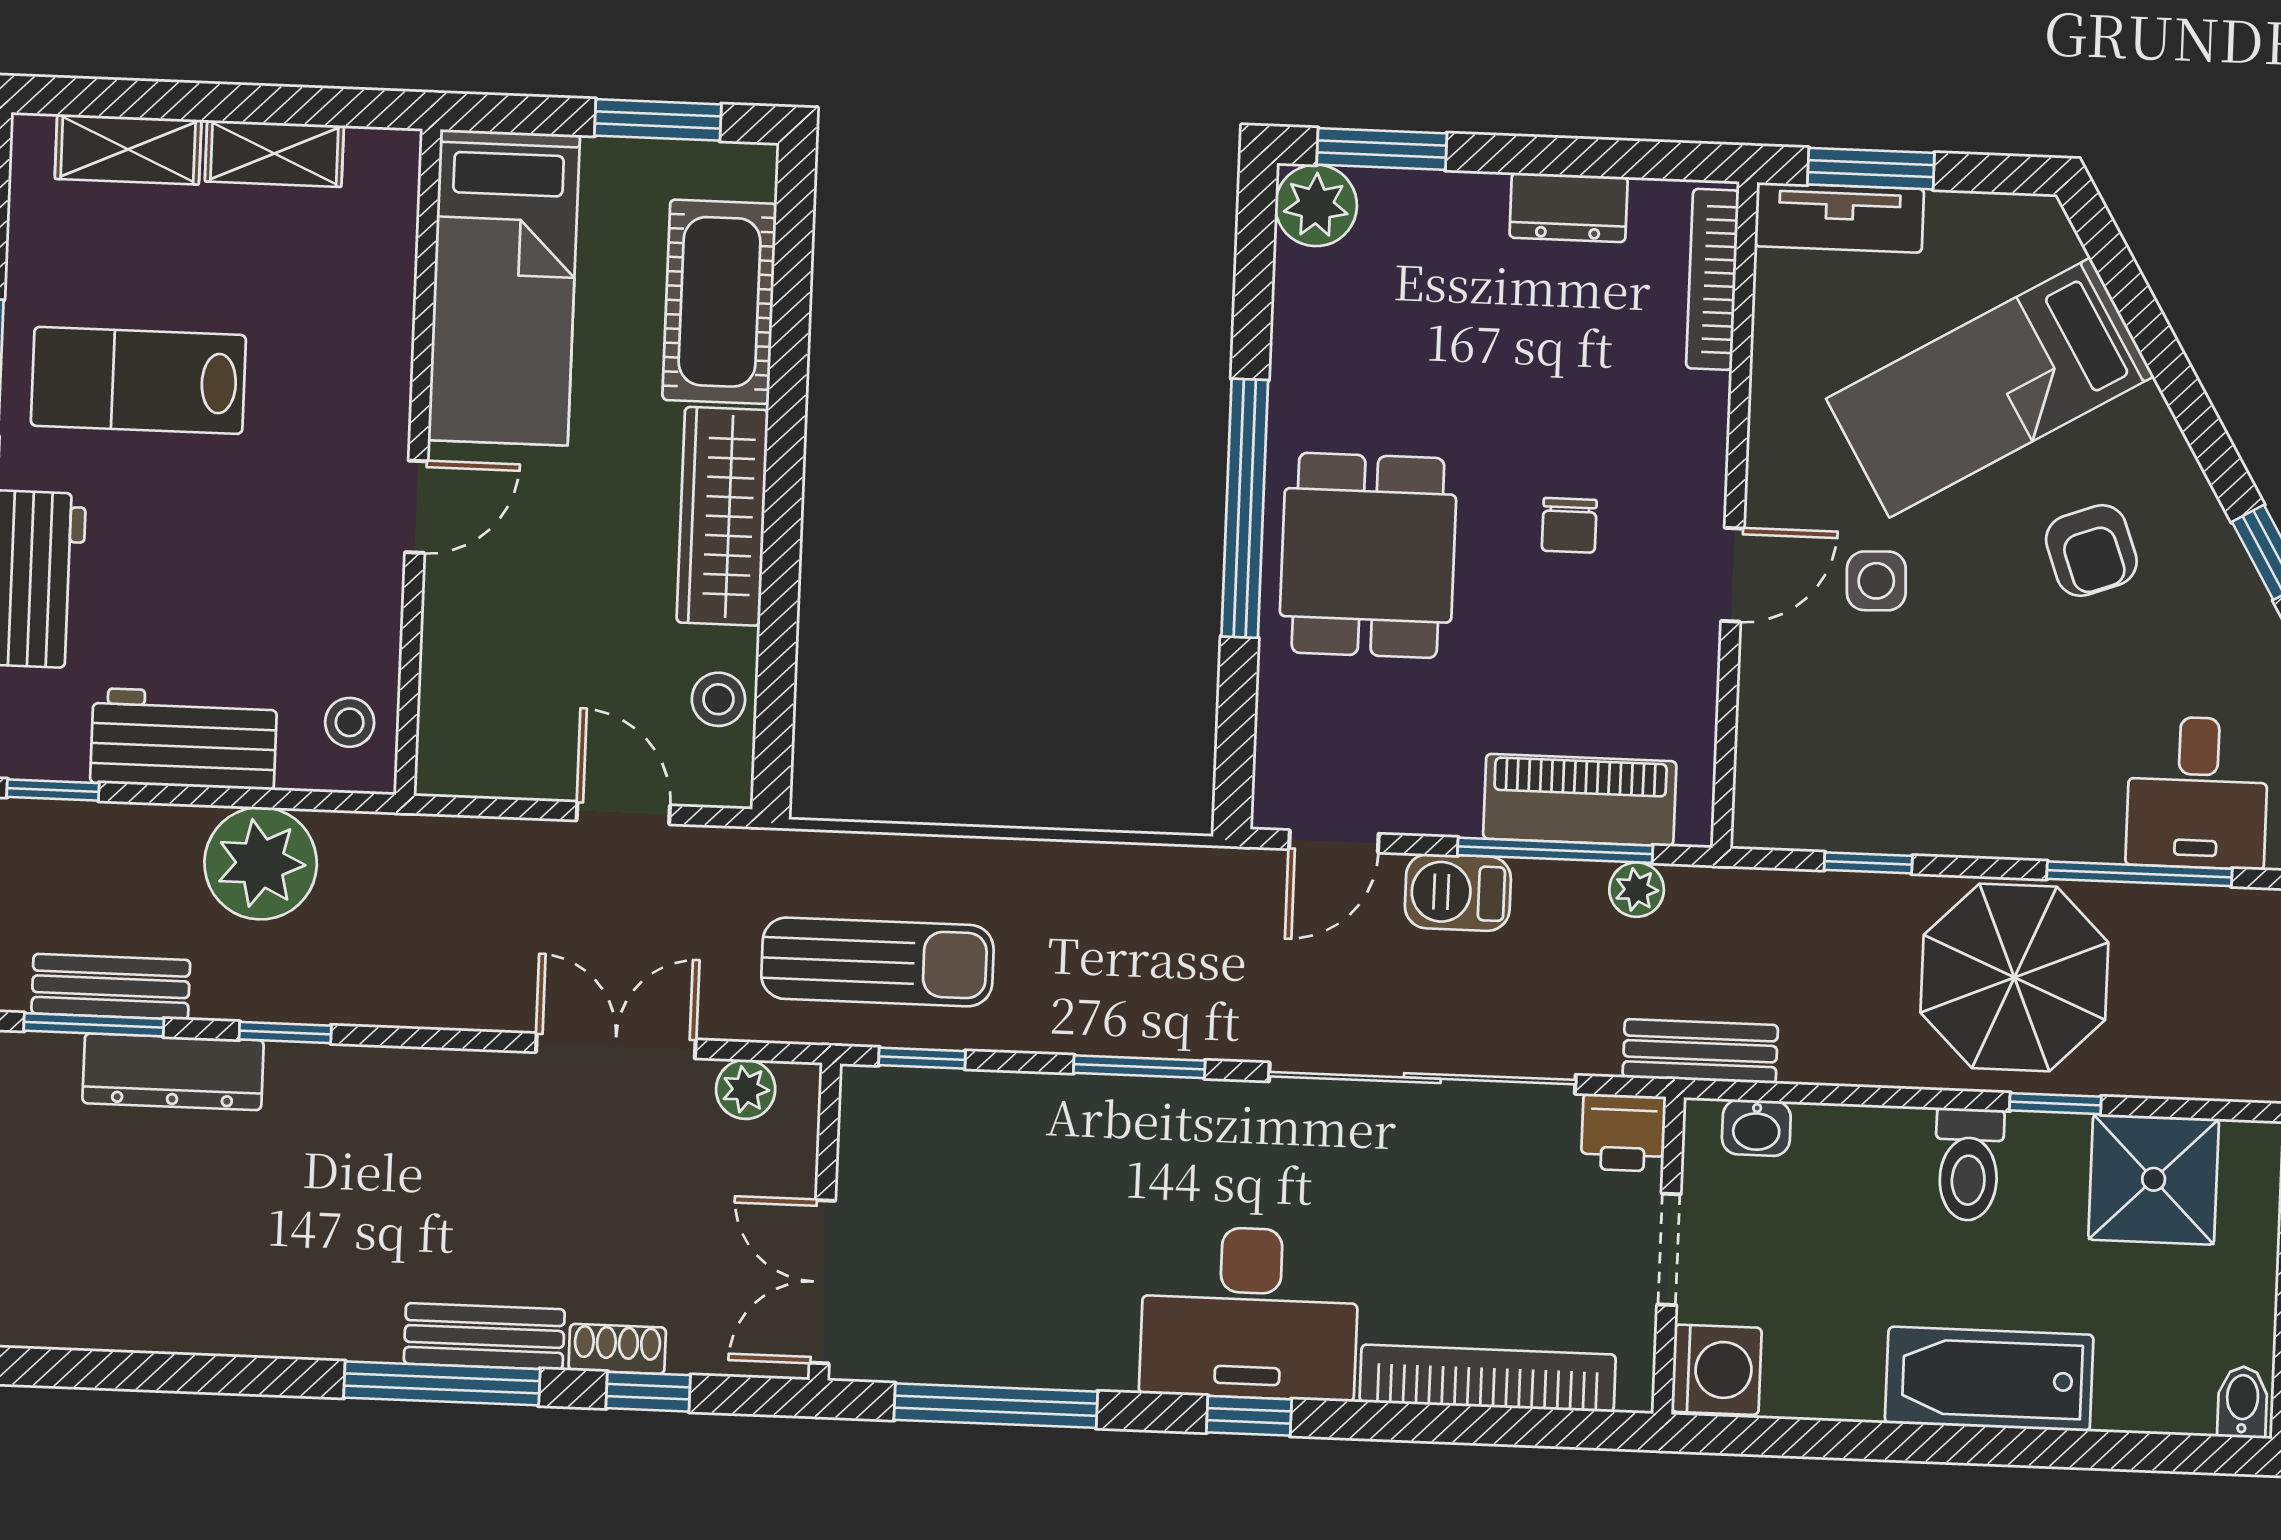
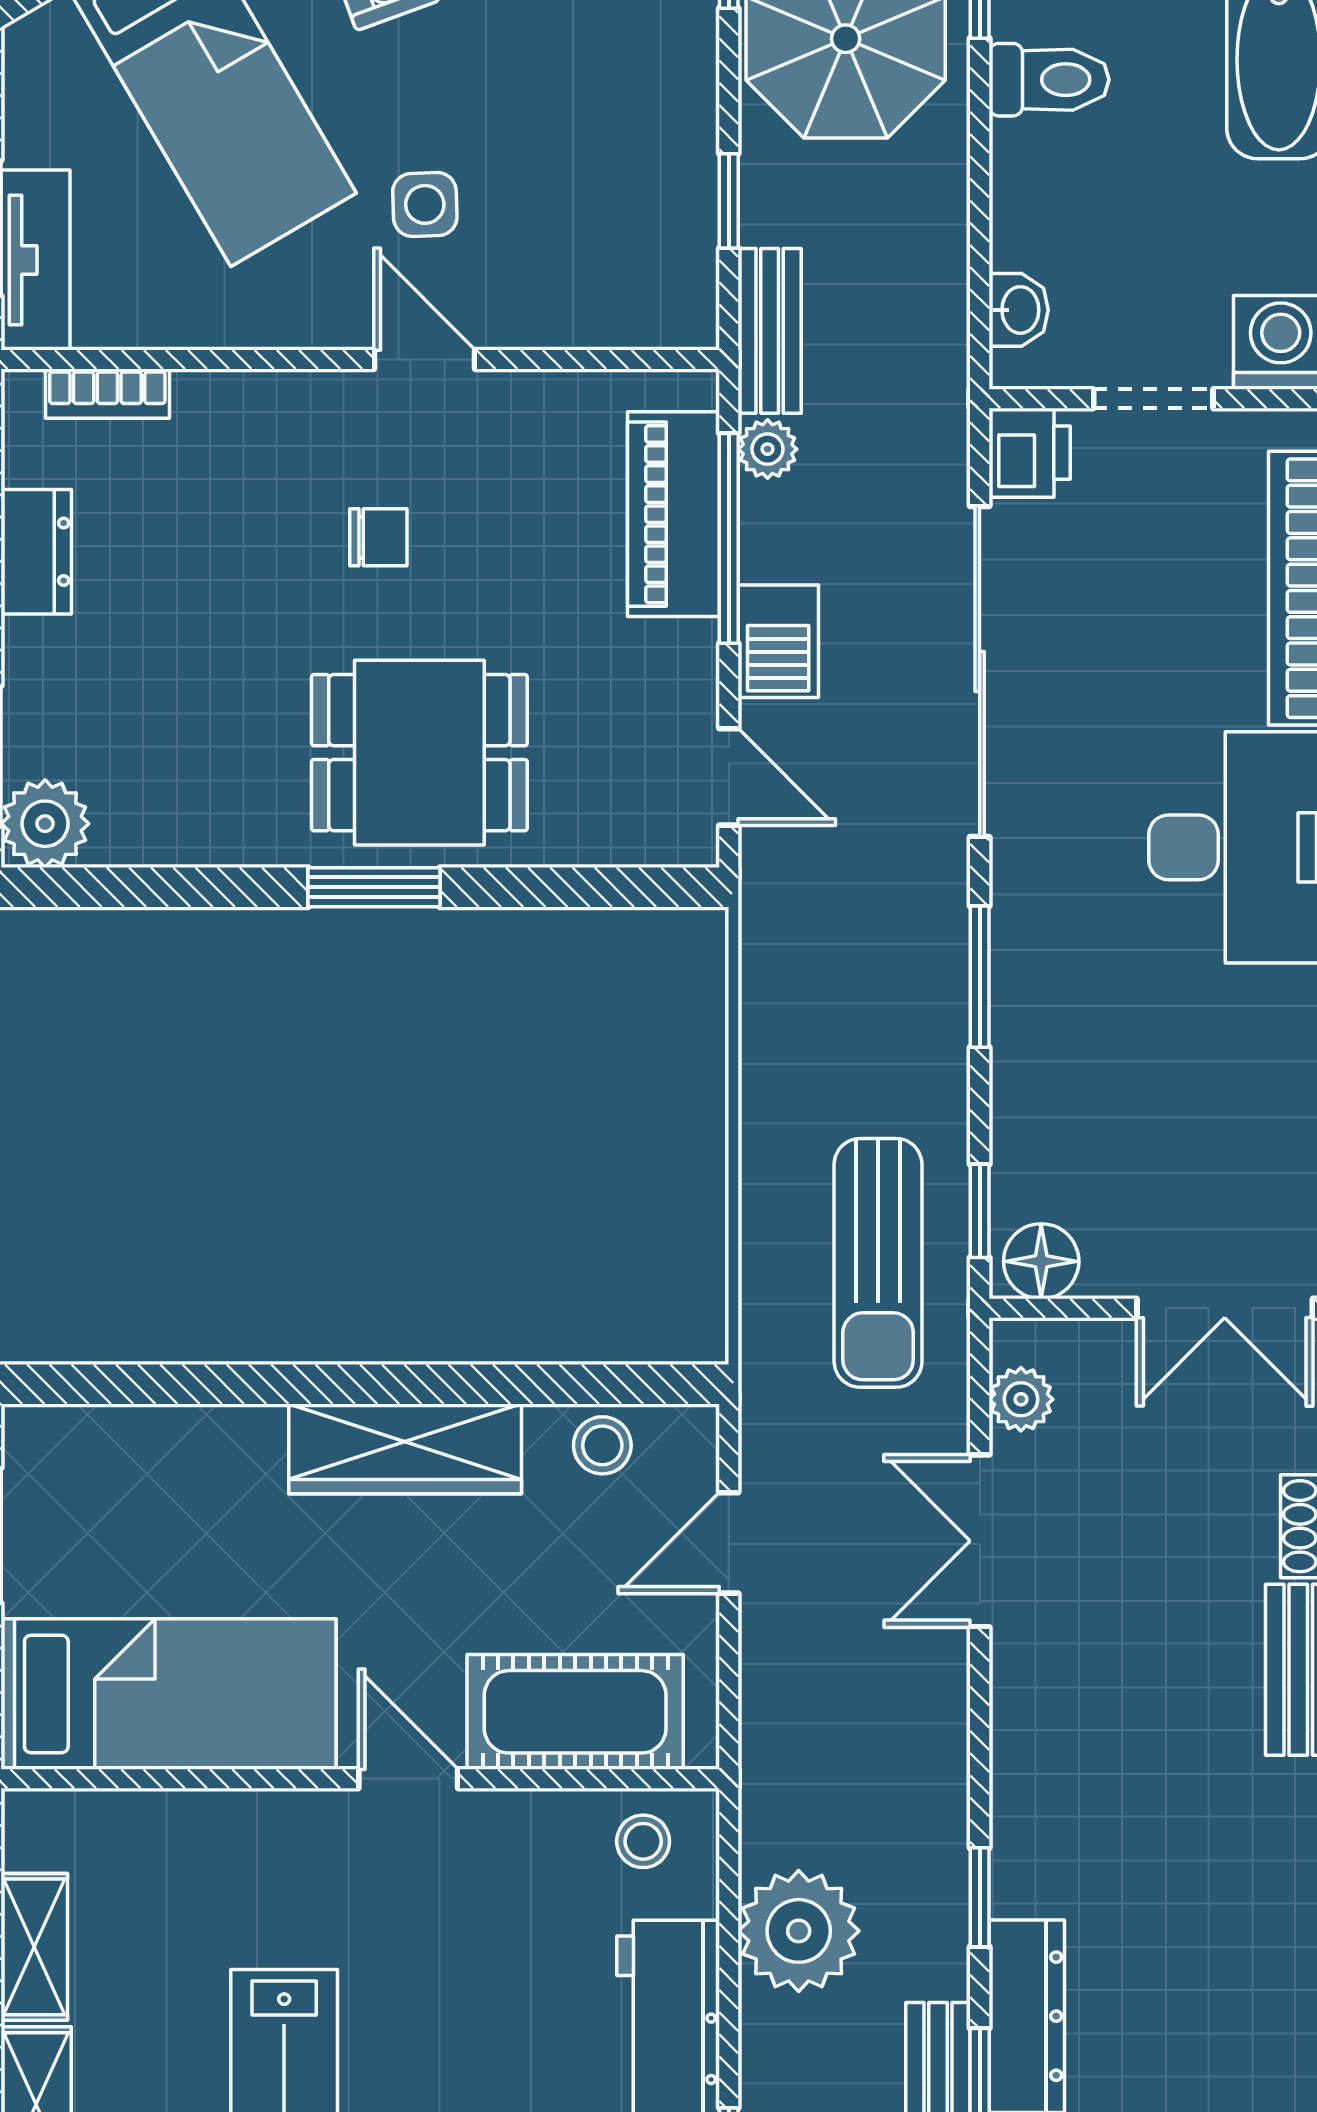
bookcase: (1713, 279) -> (107, 394), width x0.64
cot: (720, 302) -> (575, 1712), moved
window: (1245, 508) -> (374, 887), width x0.47
sun lounger: (877, 962) -> (878, 1263), turned 180
bench: (1700, 1051) -> (770, 331), moved
floor lamp: (873, 1113) -> (1041, 1261), added

